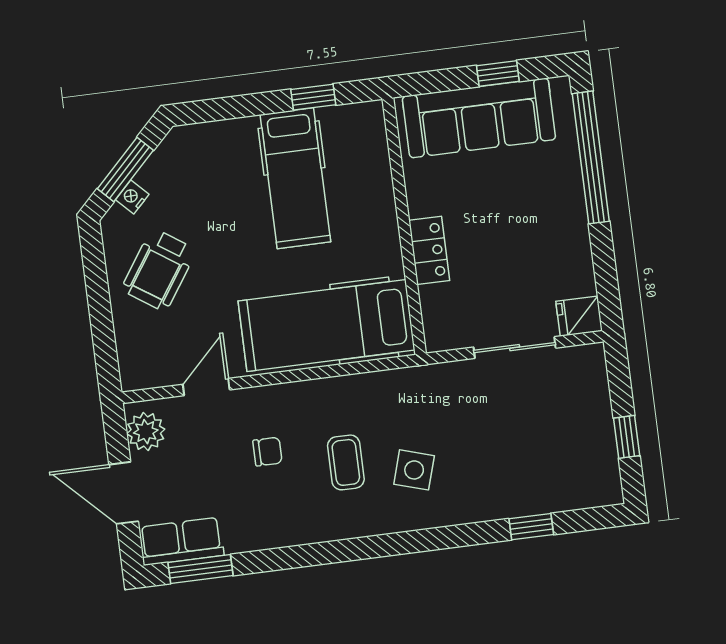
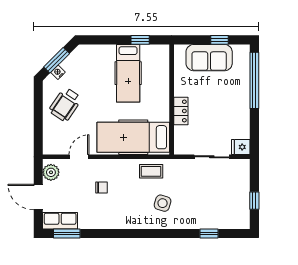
sofa: (479, 118) -> (209, 58), width x0.73
coffee table: (346, 462) -> (151, 171), moved, turned 90

